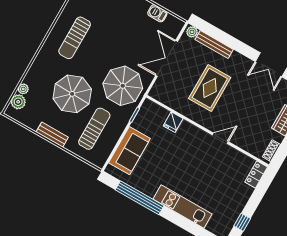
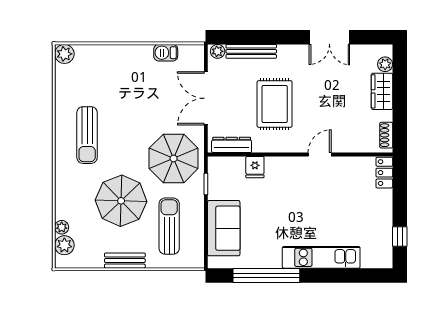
dresser: (166, 99) -> (232, 145), added

